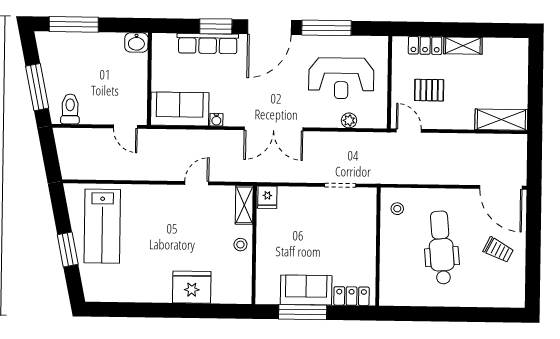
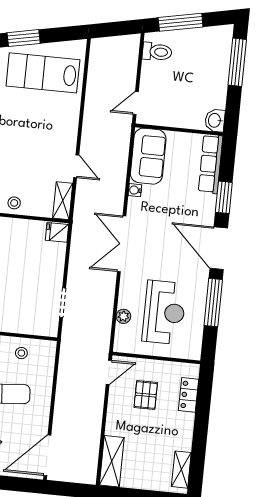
row of seats: (208, 44) -> (211, 164), moved
shelving: (463, 46) -> (181, 470), moved
reception desk: (341, 78) -> (164, 312), turned 180
shelving: (244, 205) -> (63, 201), moved, turned 90
stool: (397, 209) -> (21, 353), moved

